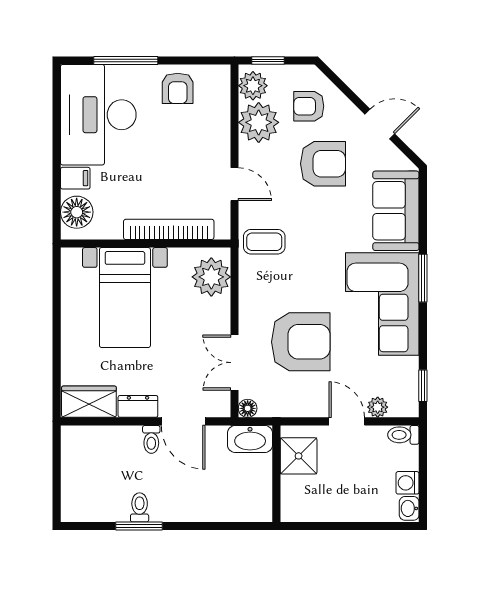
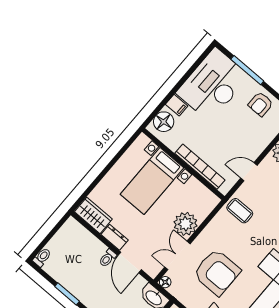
door: (235, 184) -> (249, 172), swing flipped
plant: (211, 277) -> (185, 224), moved
toilet: (140, 507) -> (42, 257), moved

